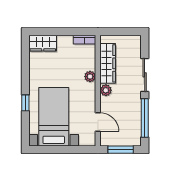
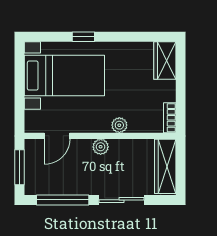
wardrobe: (108, 63) -> (165, 166), moved, turned 90

